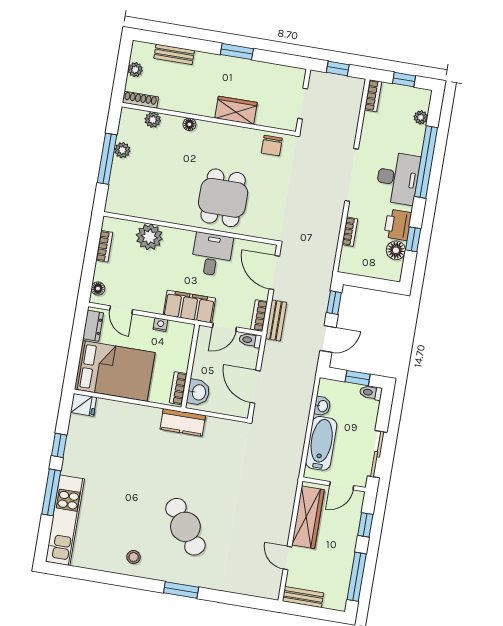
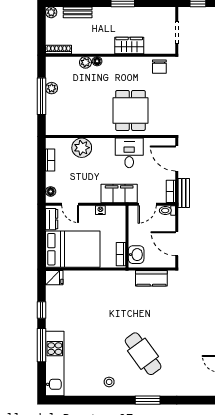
plant: (135, 70) -> (51, 12), moved
plant: (153, 120) -> (85, 62), moved
kitchen counter: (183, 422) -> (151, 278), moved

